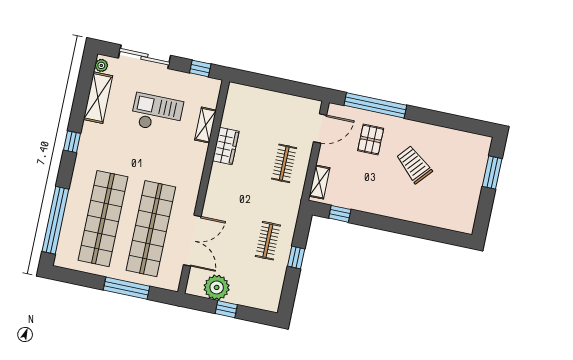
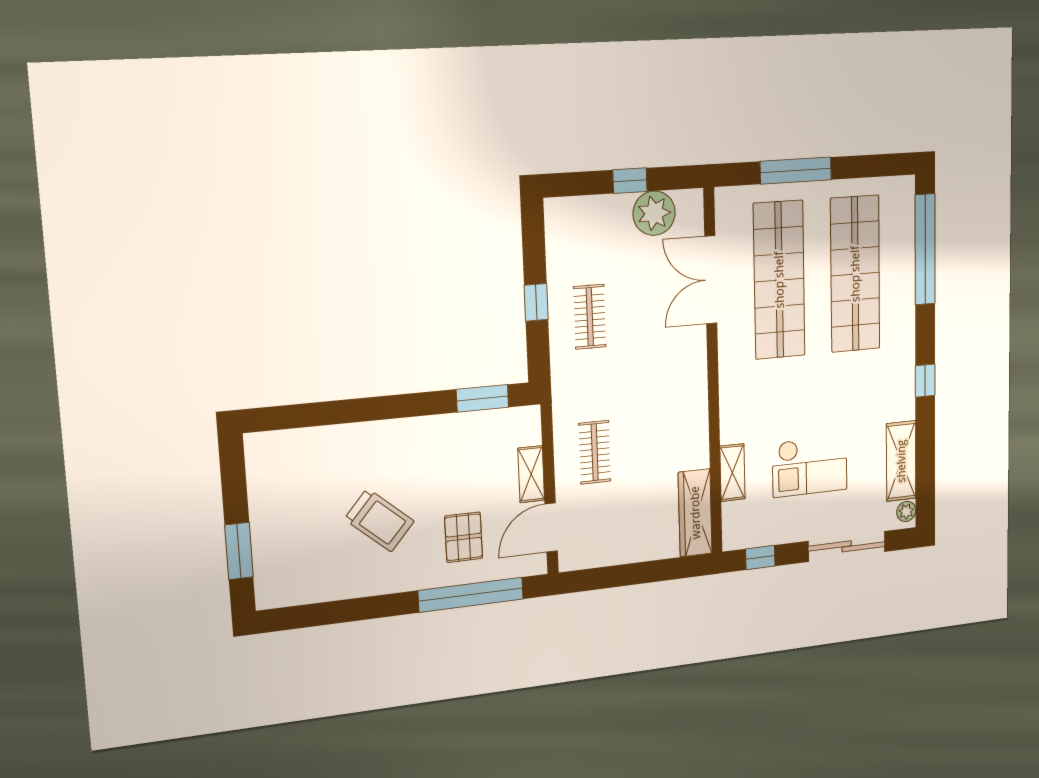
wardrobe: (226, 146) -> (695, 513), moved, width x1.50
shelving: (319, 182) -> (531, 474), moved
window: (340, 214) -> (482, 398), width x1.50

